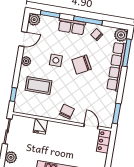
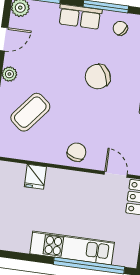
side table: (56, 60) -> (57, 71), removed
coffee table: (38, 86) -> (30, 112), turned -51

